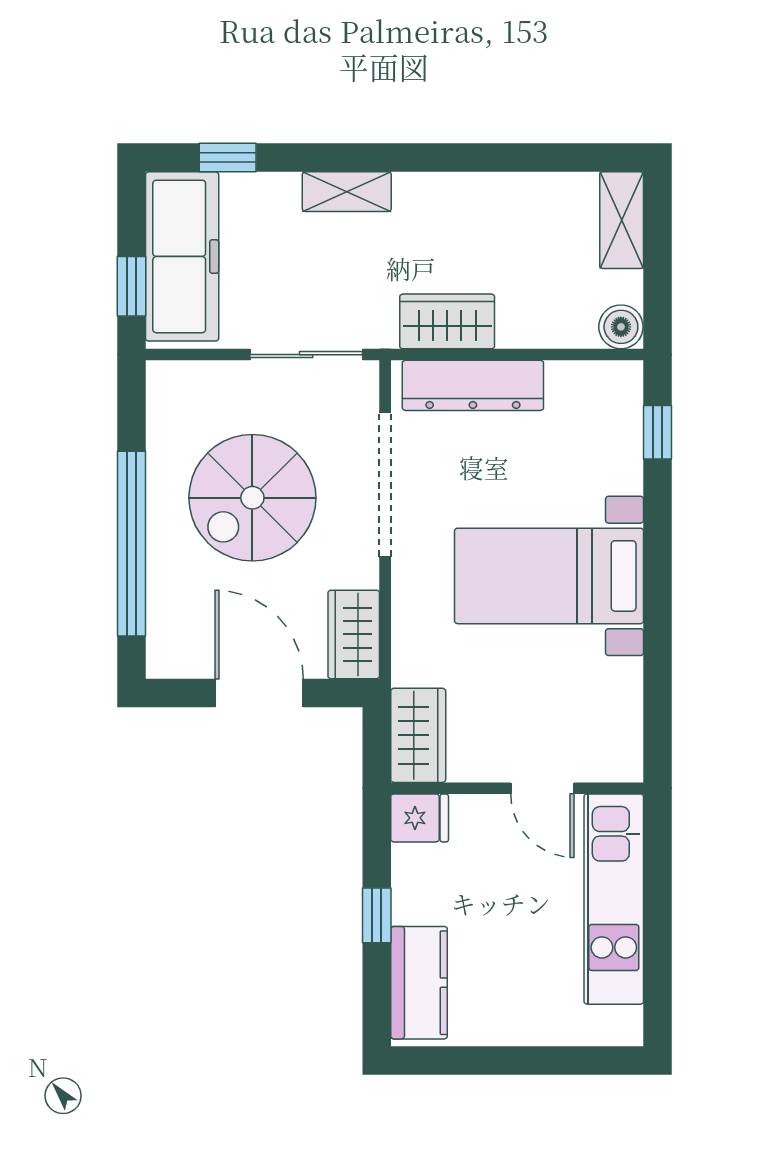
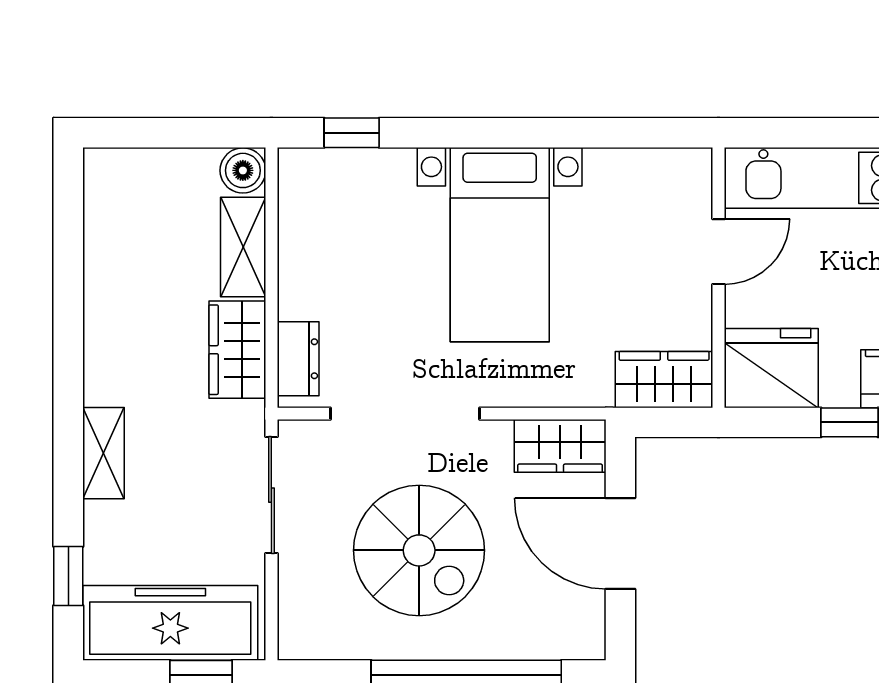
shelving: (622, 220) -> (243, 247), moved, turned 90
dresser: (473, 385) -> (298, 359), width x0.51, depth x0.80
door: (259, 693) -> (620, 544), hinge flipped
fridge: (420, 818) -> (771, 368), width x1.88, depth x1.34

